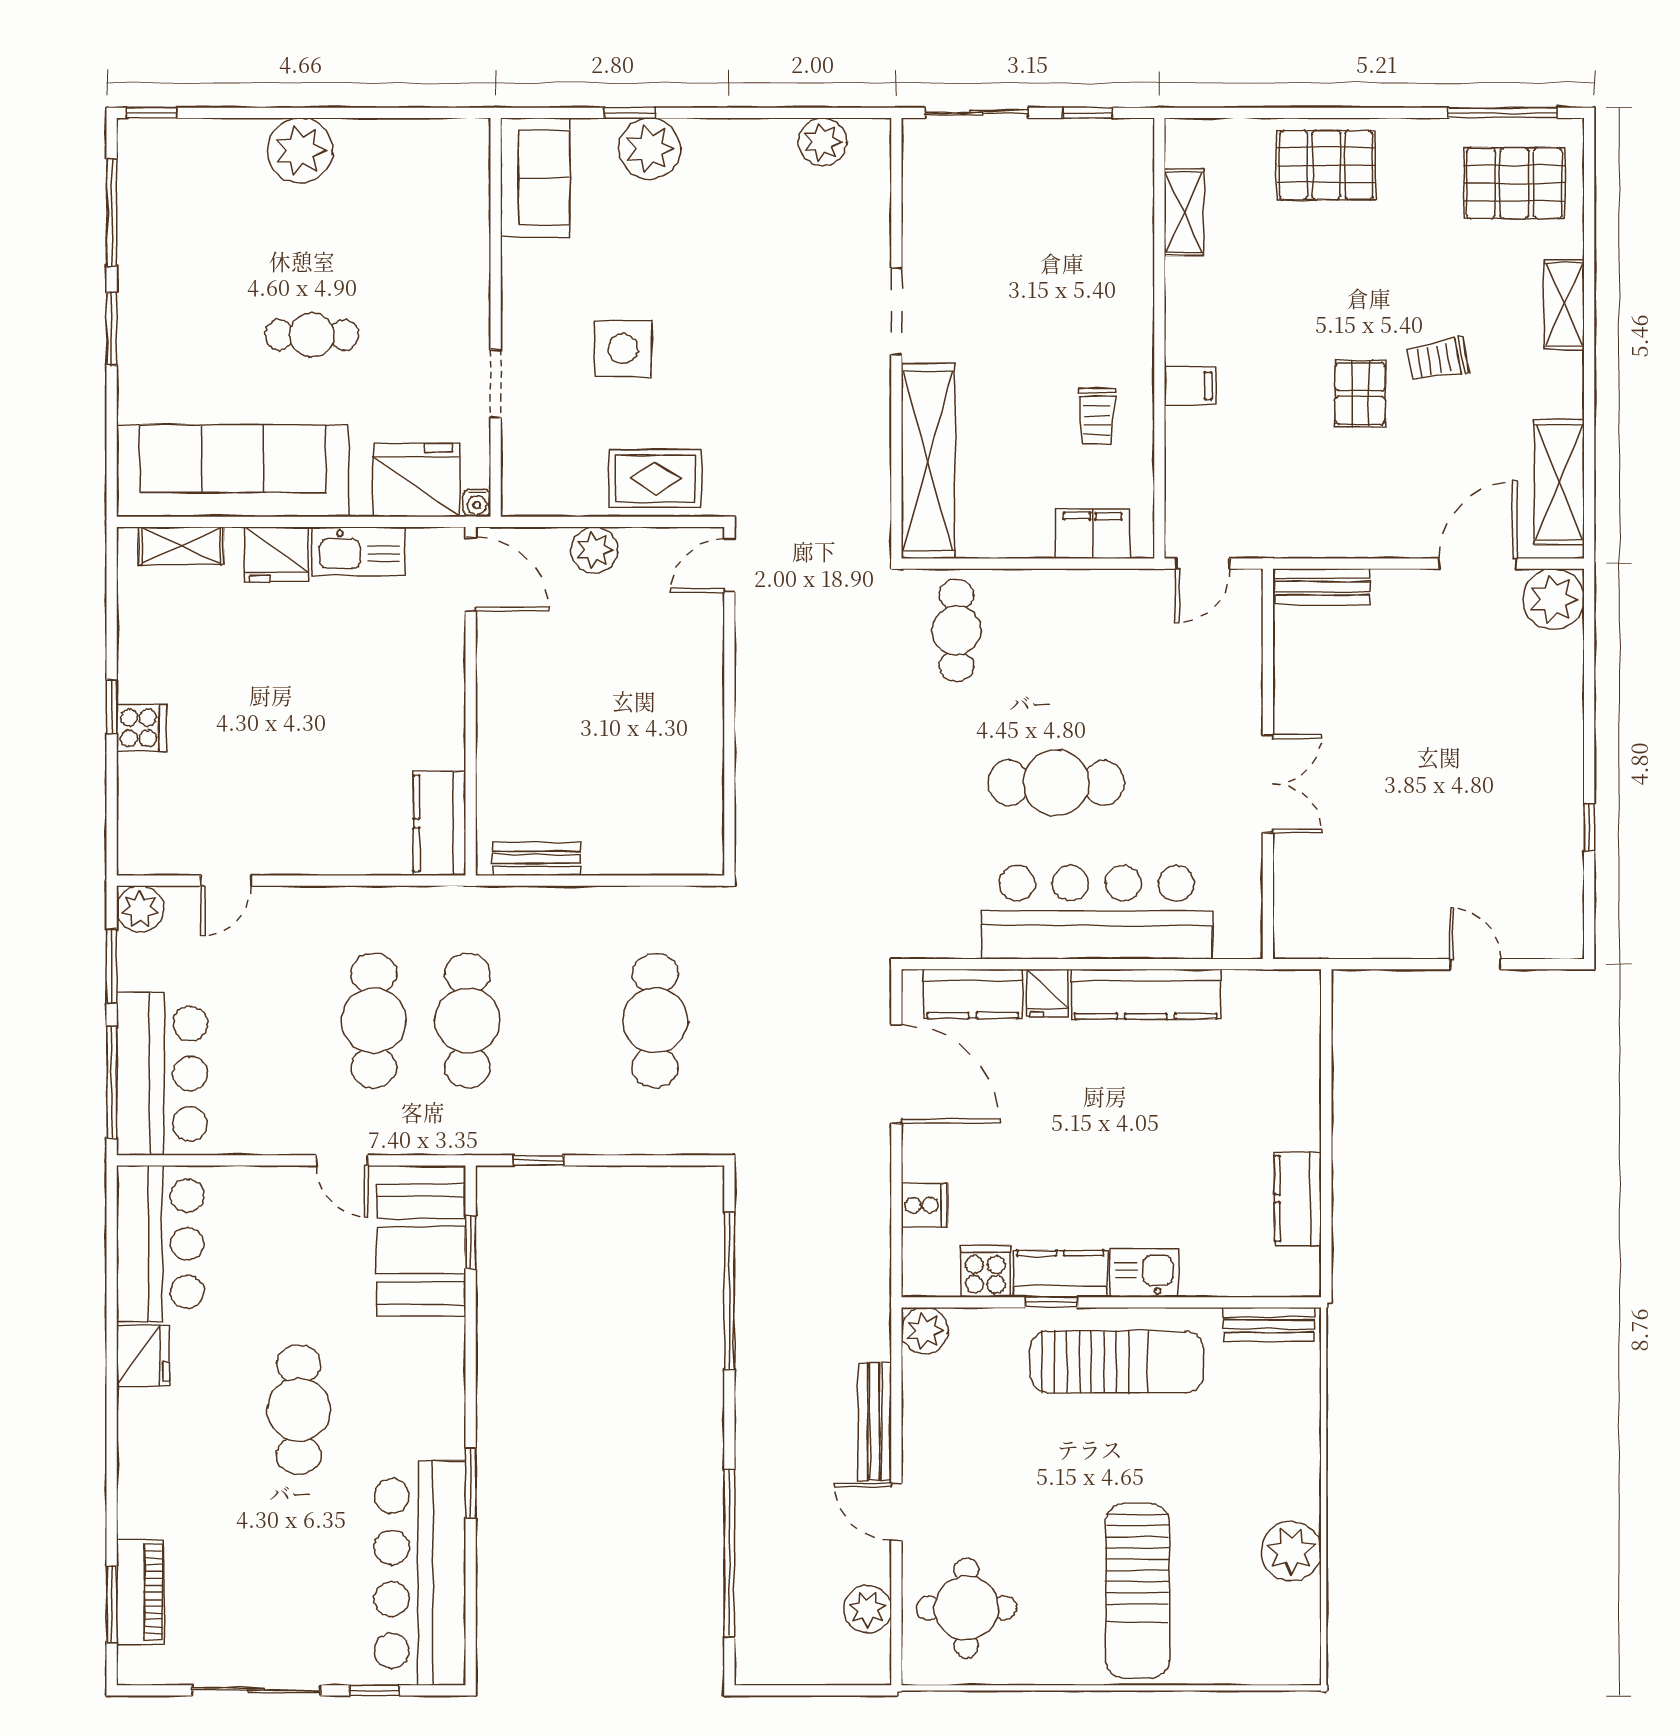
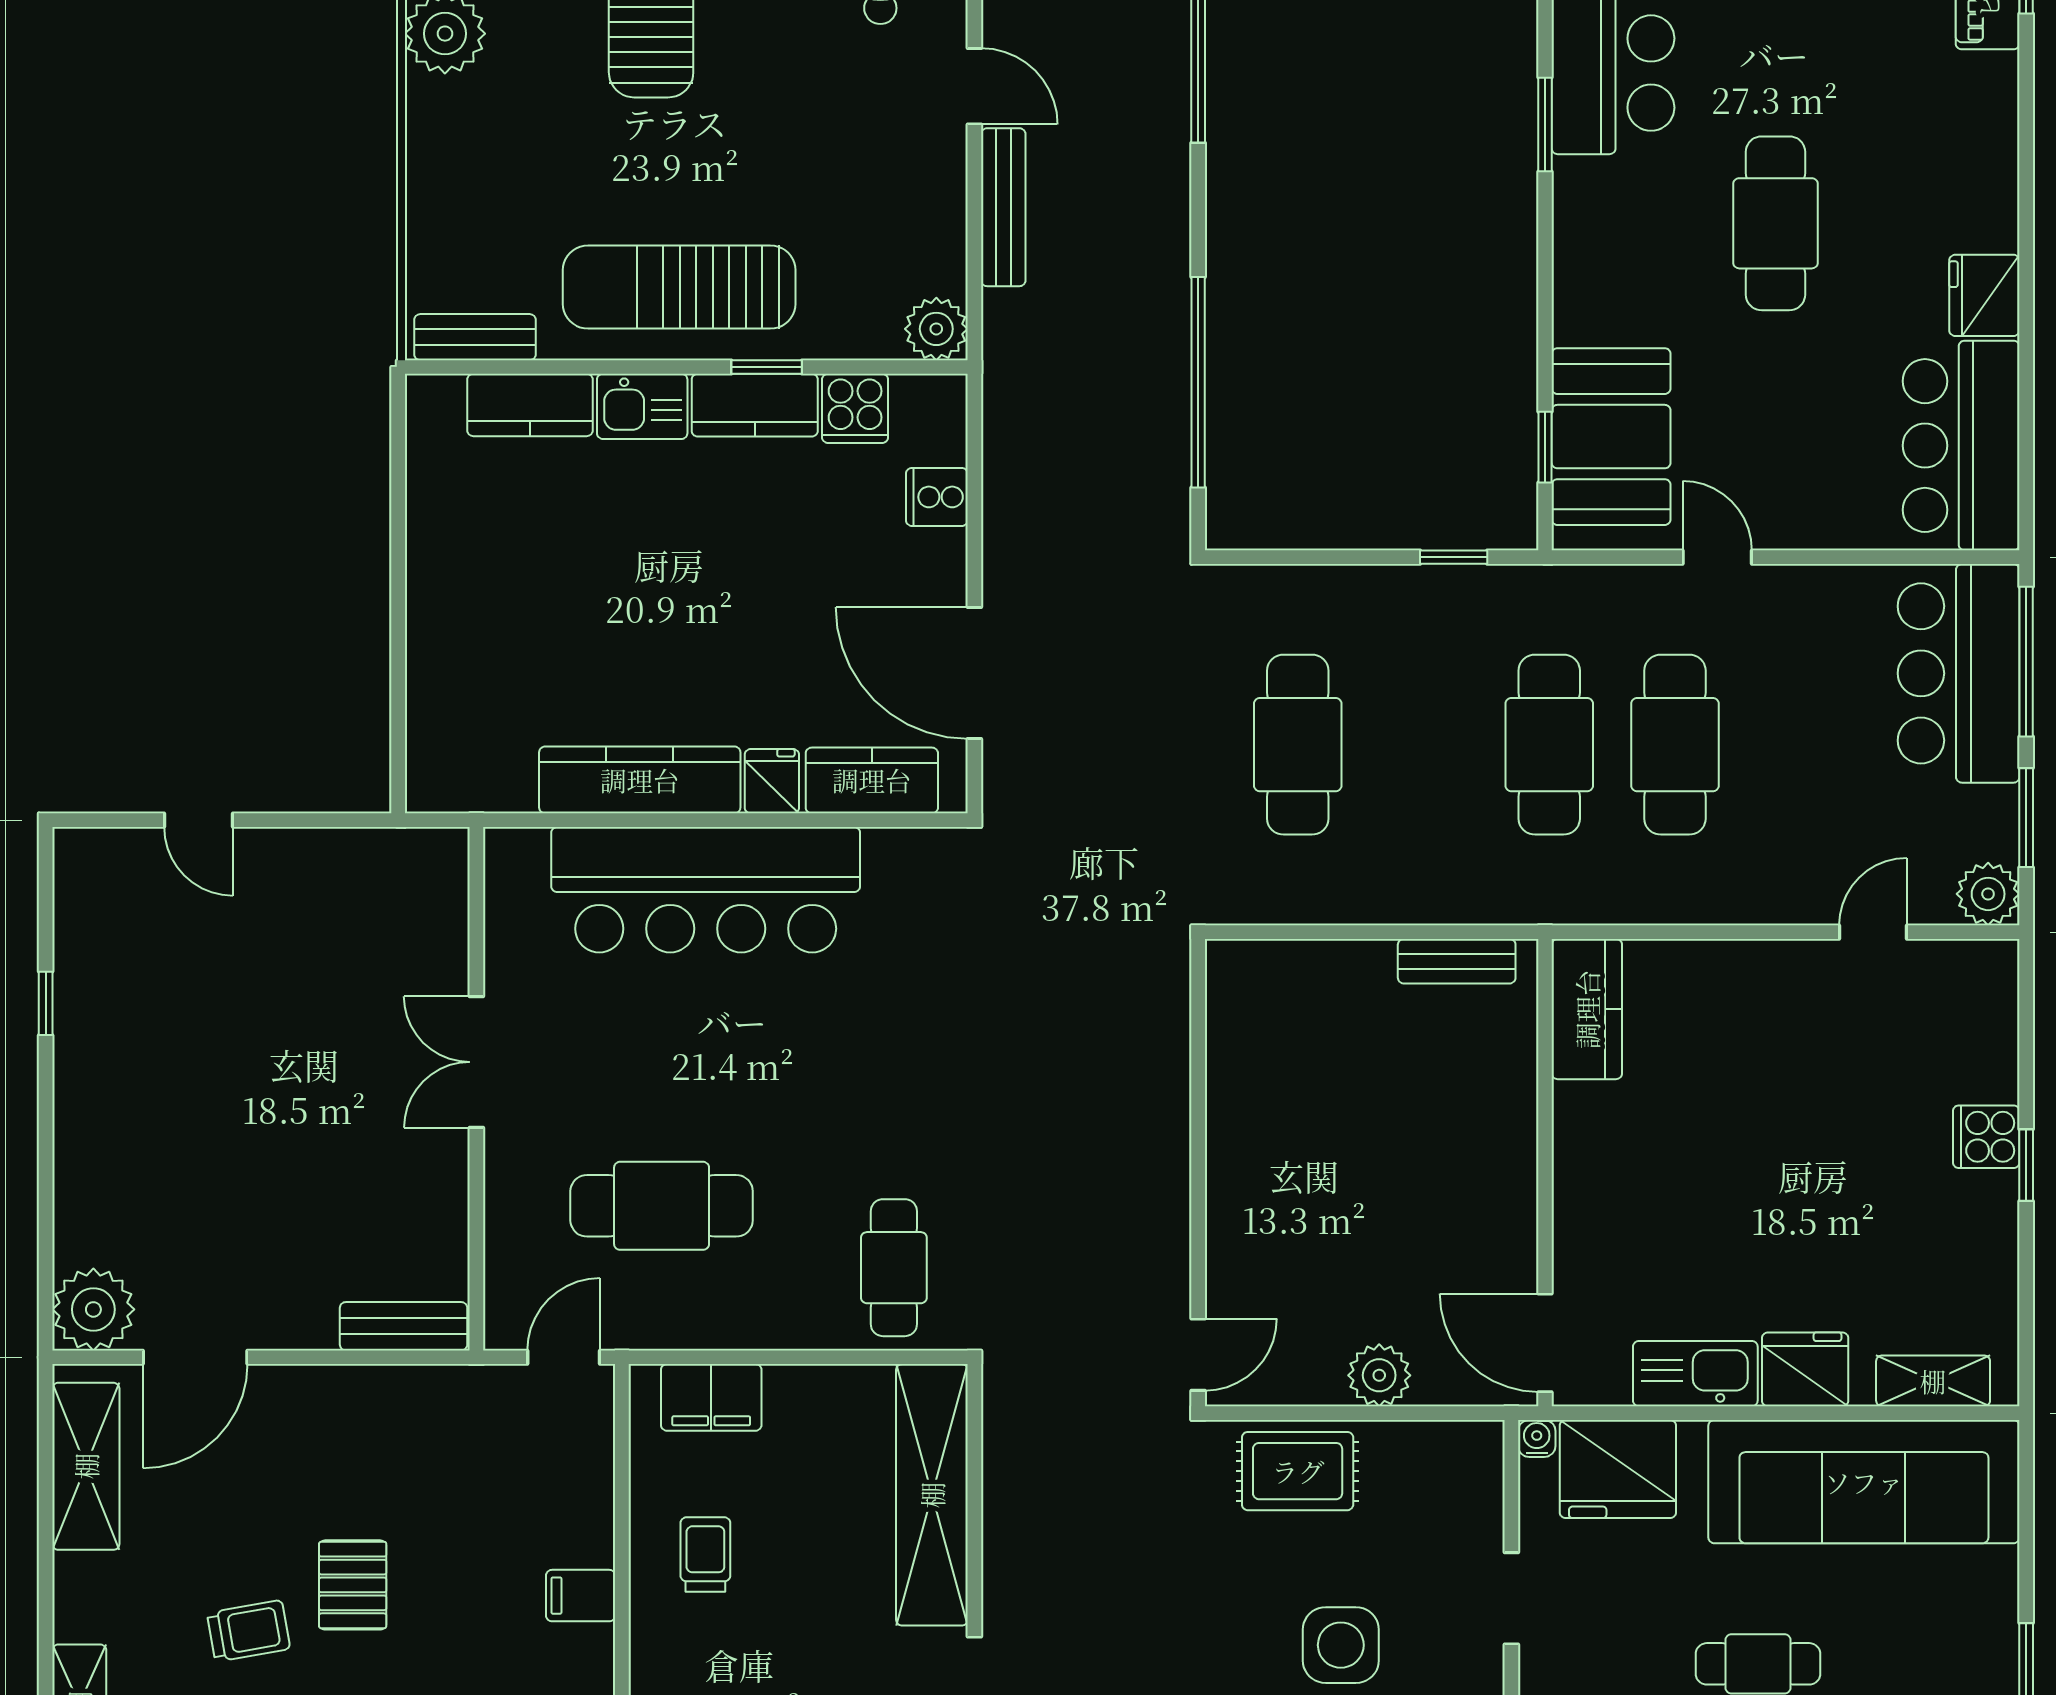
cafe table: (1056, 783) -> (662, 1206), moved
kitchen counter: (1298, 1199) -> (530, 405), moved, turned 90

